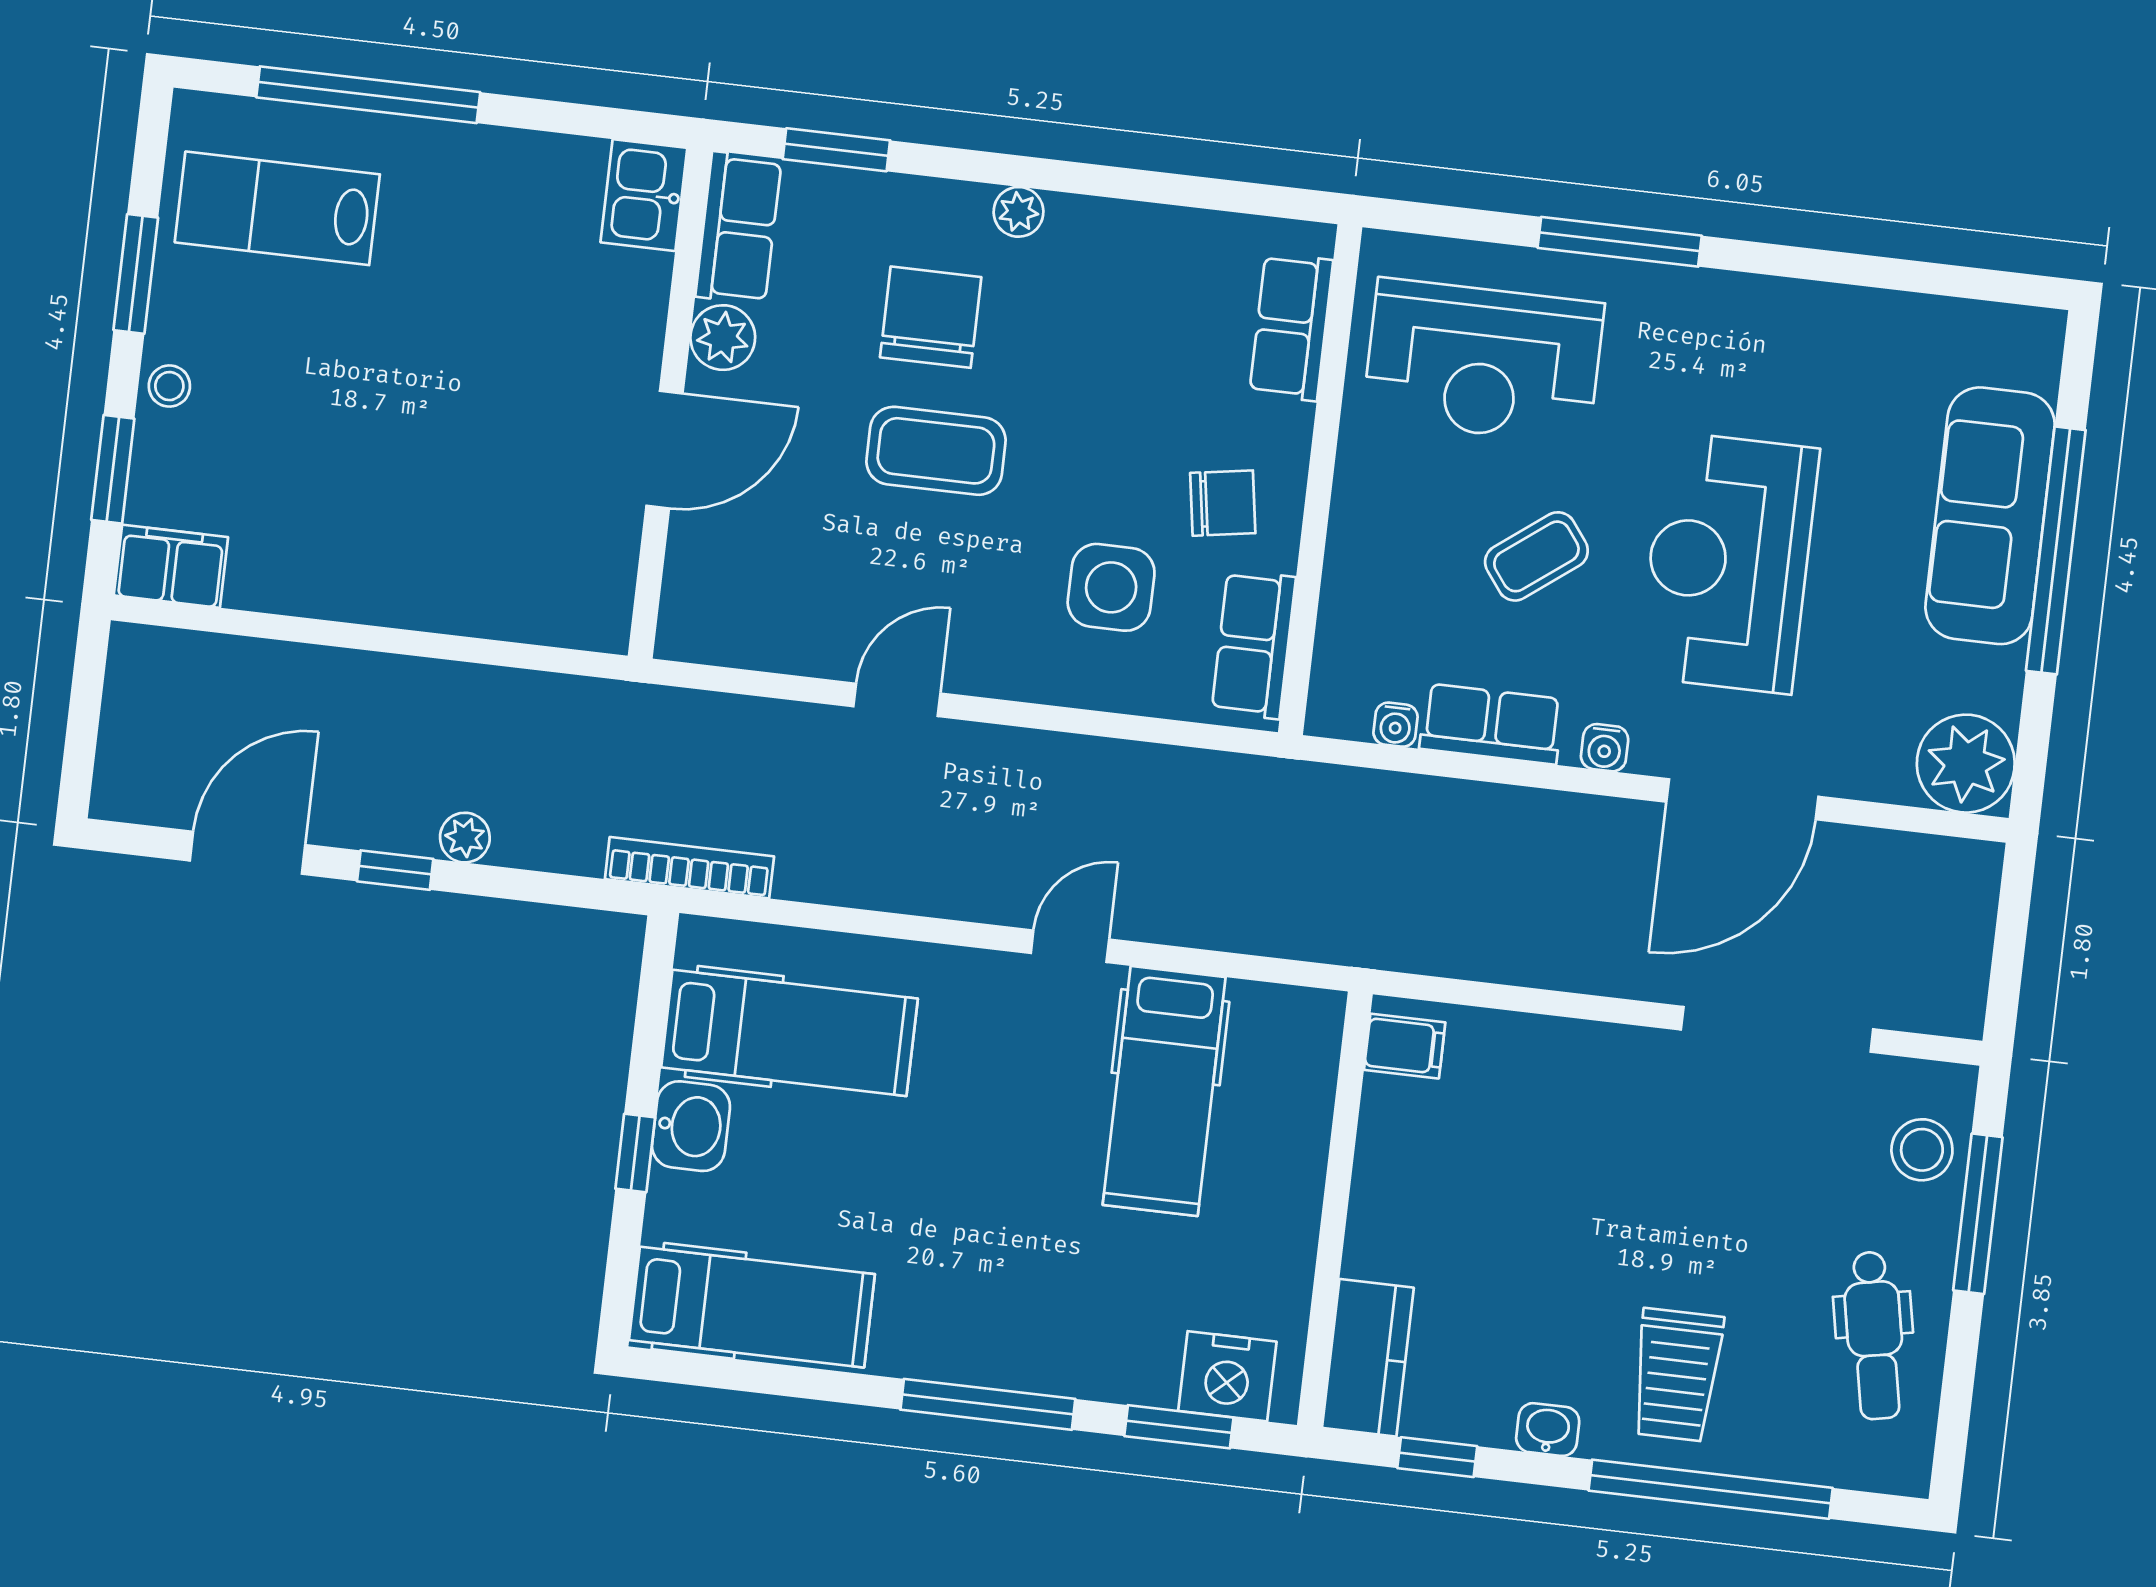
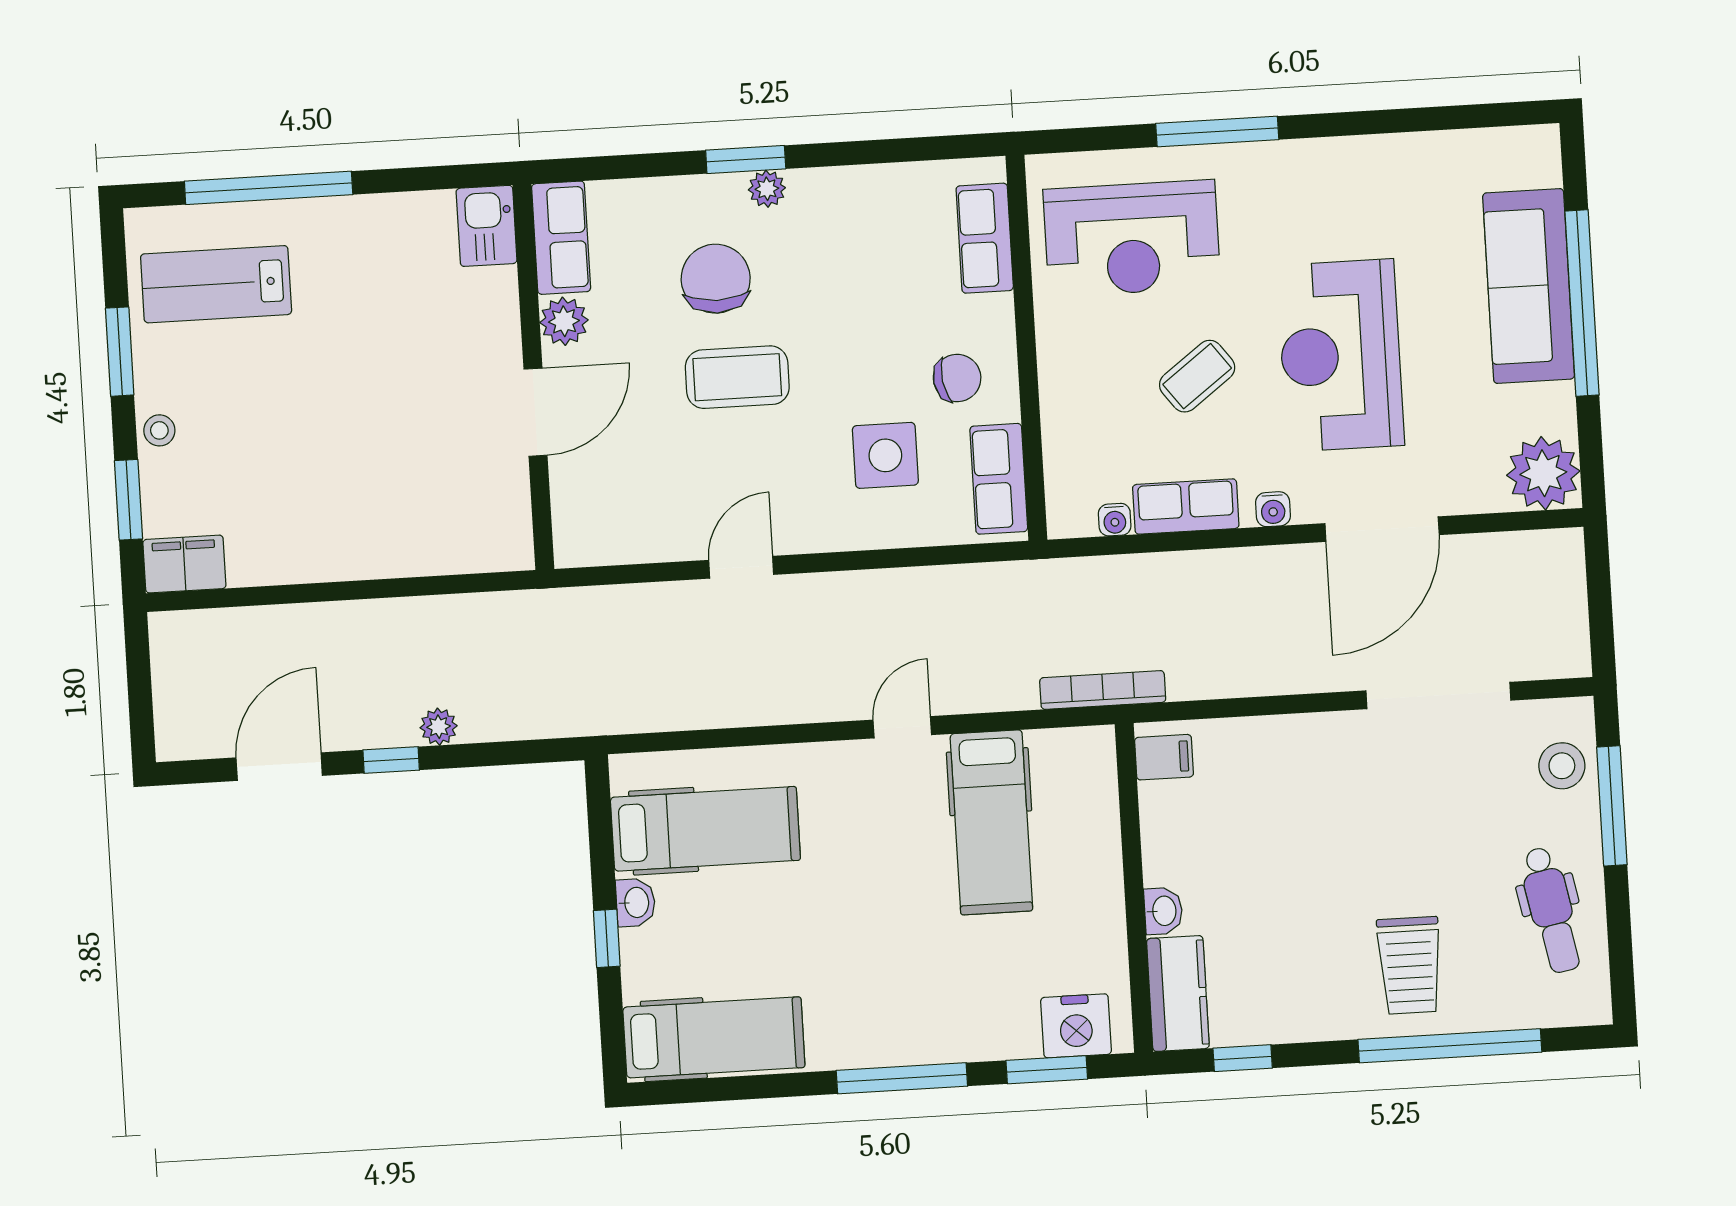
window: (836, 150) -> (746, 159), moved
bookcase: (689, 868) -> (1103, 690), moved
washbasin: (691, 1126) -> (636, 903), width x0.72, depth x0.69
washbasin: (1548, 1430) -> (1163, 911), moved, turned 90

